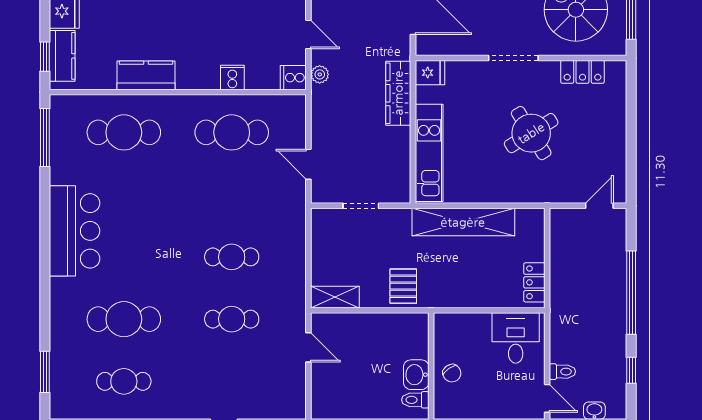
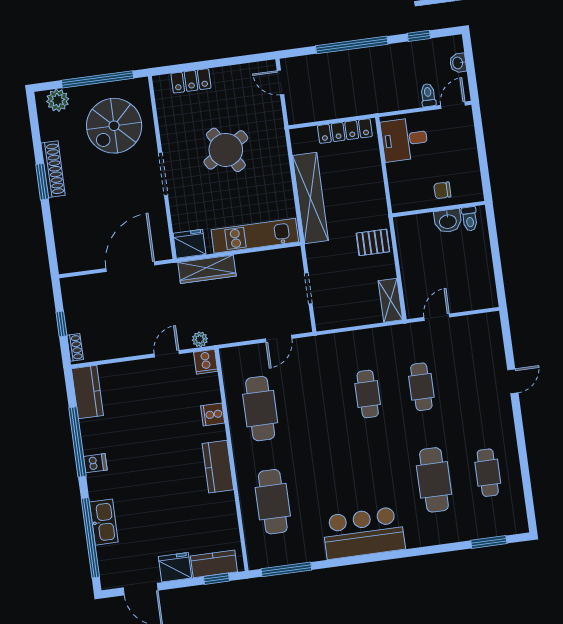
locker: (582, 72) -> (191, 81), moved, turned 90
fridge: (430, 73) -> (189, 244), width x1.38
kitchen counter: (146, 75) -> (218, 467), moved
locker: (534, 282) -> (345, 131), width x1.53
chair: (452, 373) -> (442, 190), turned -146

